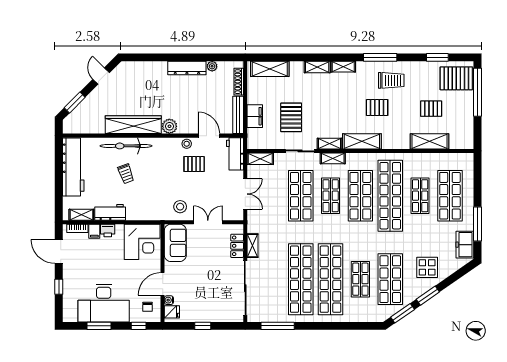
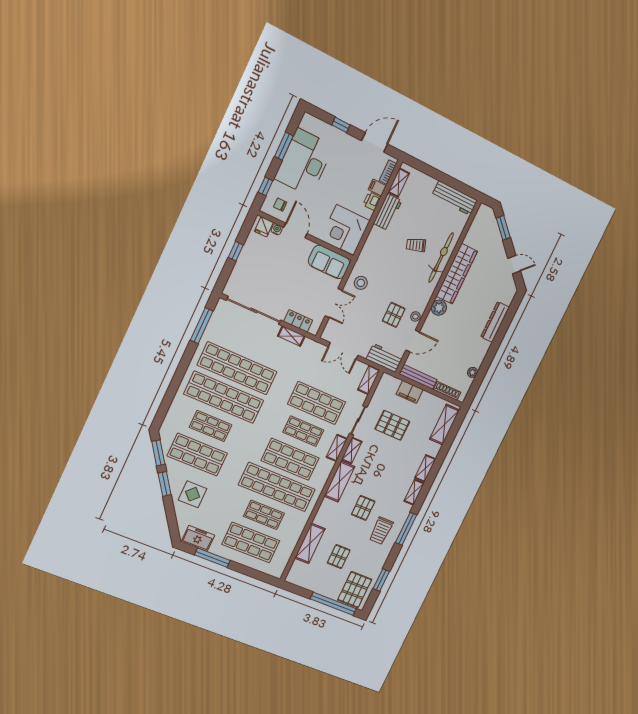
dresser: (187, 68) -> (495, 322), moved
workbench: (73, 167) -> (455, 198), width x0.73, depth x0.76

